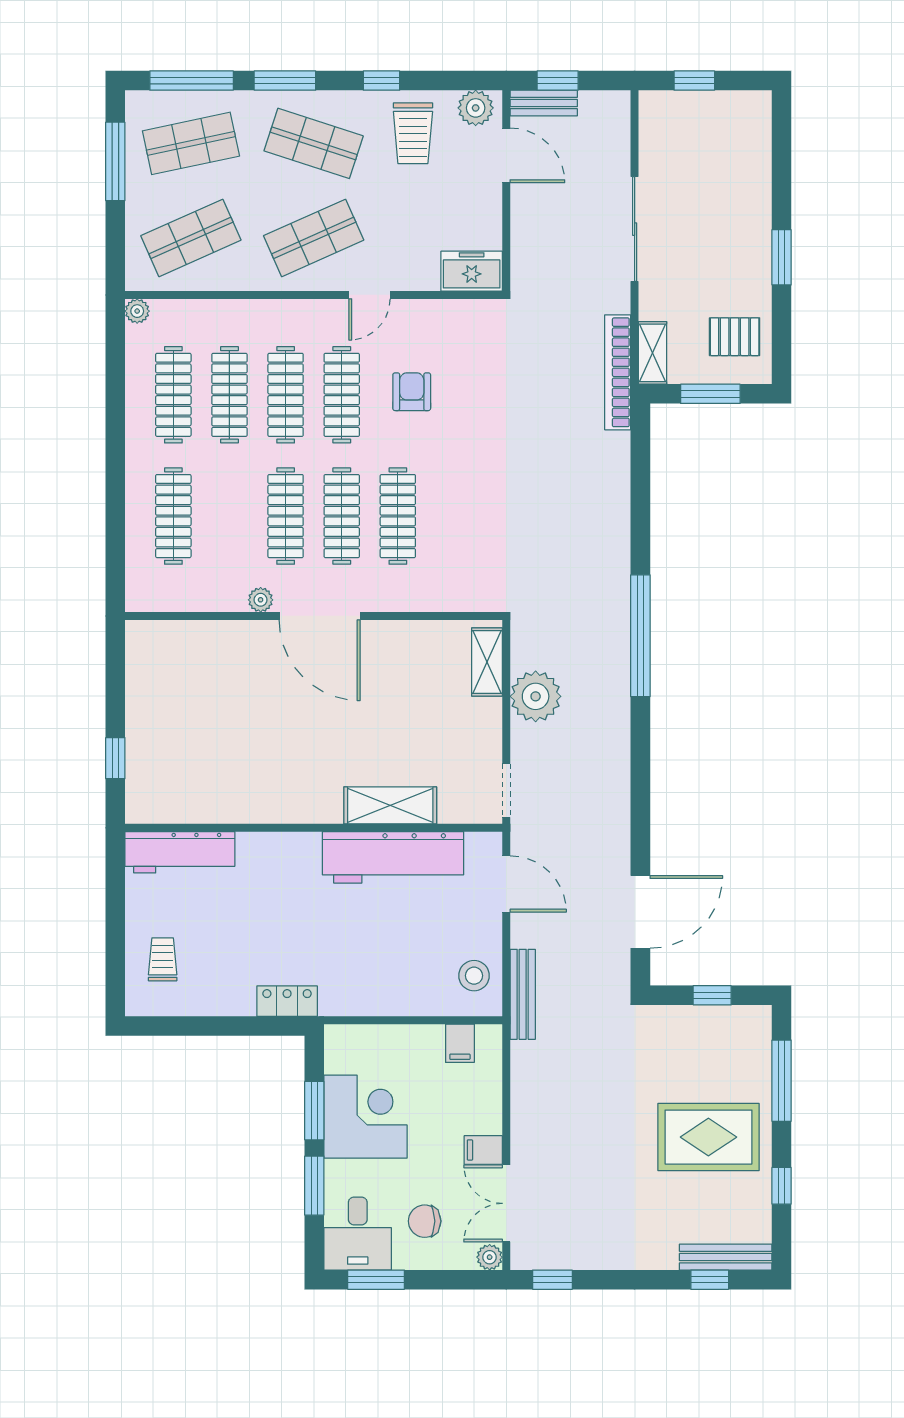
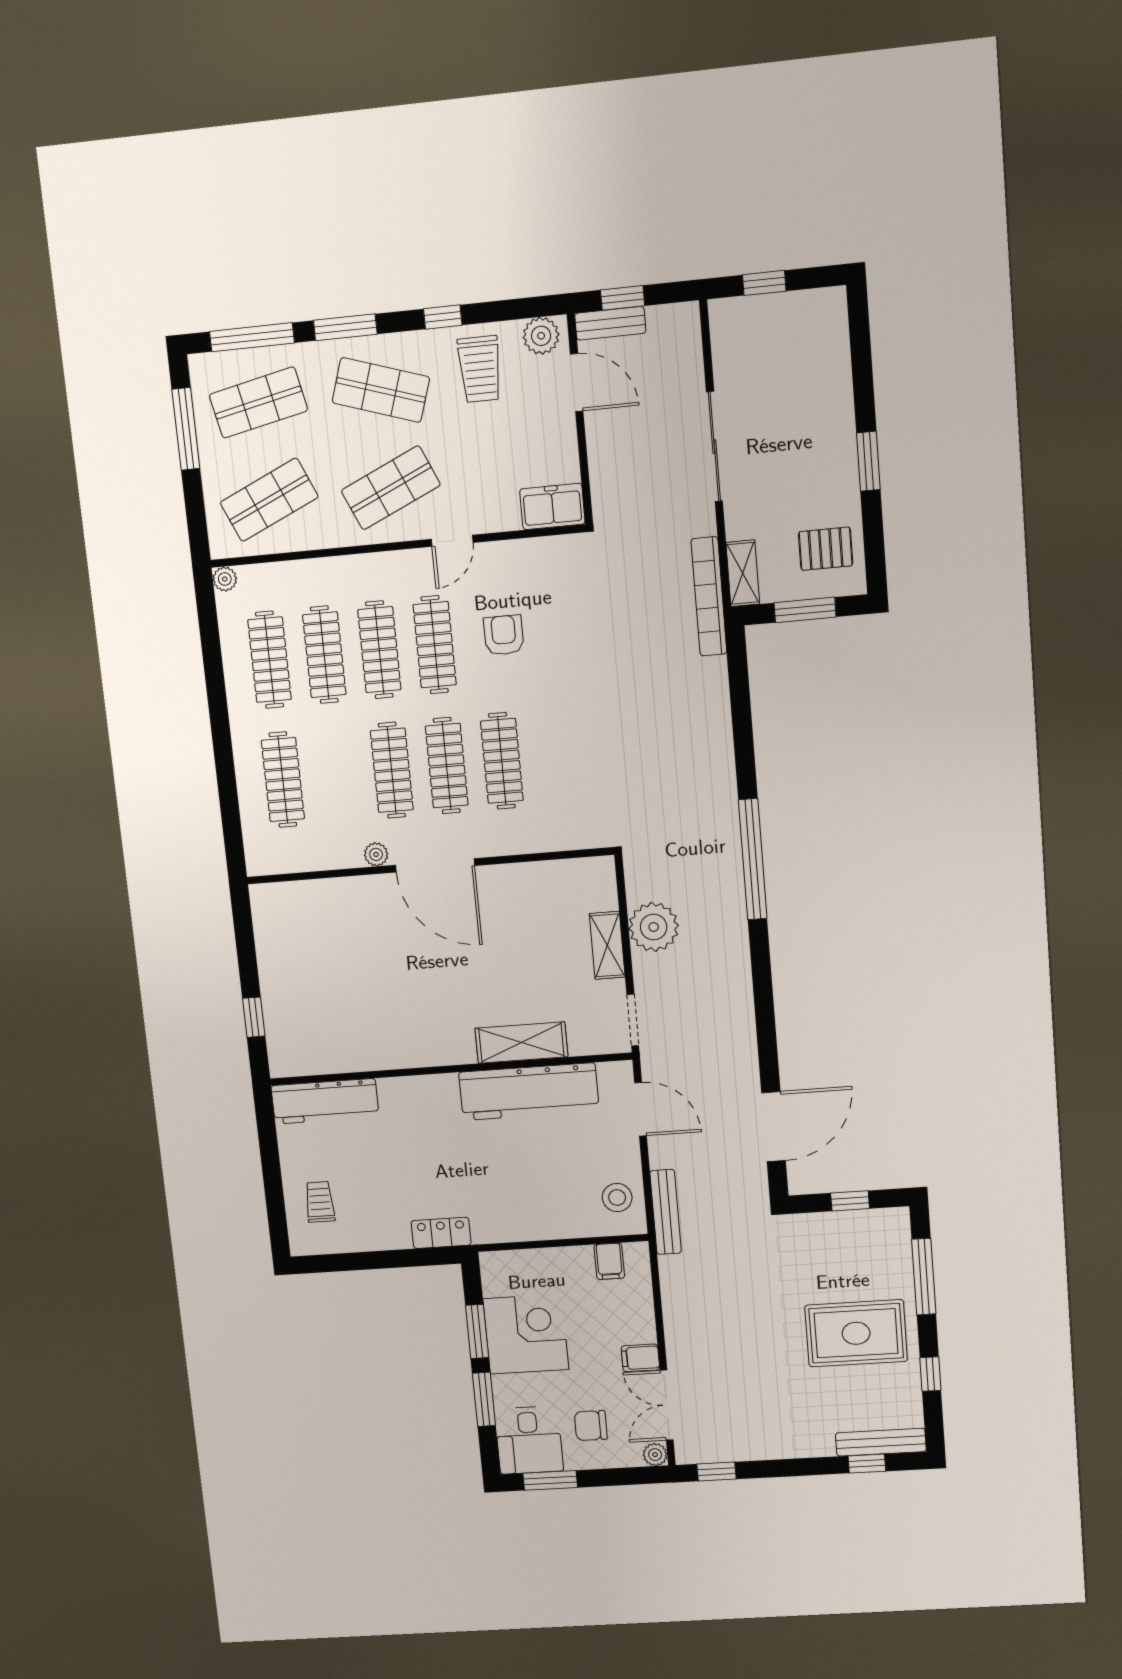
shelving: (487, 662) -> (607, 945), moved

